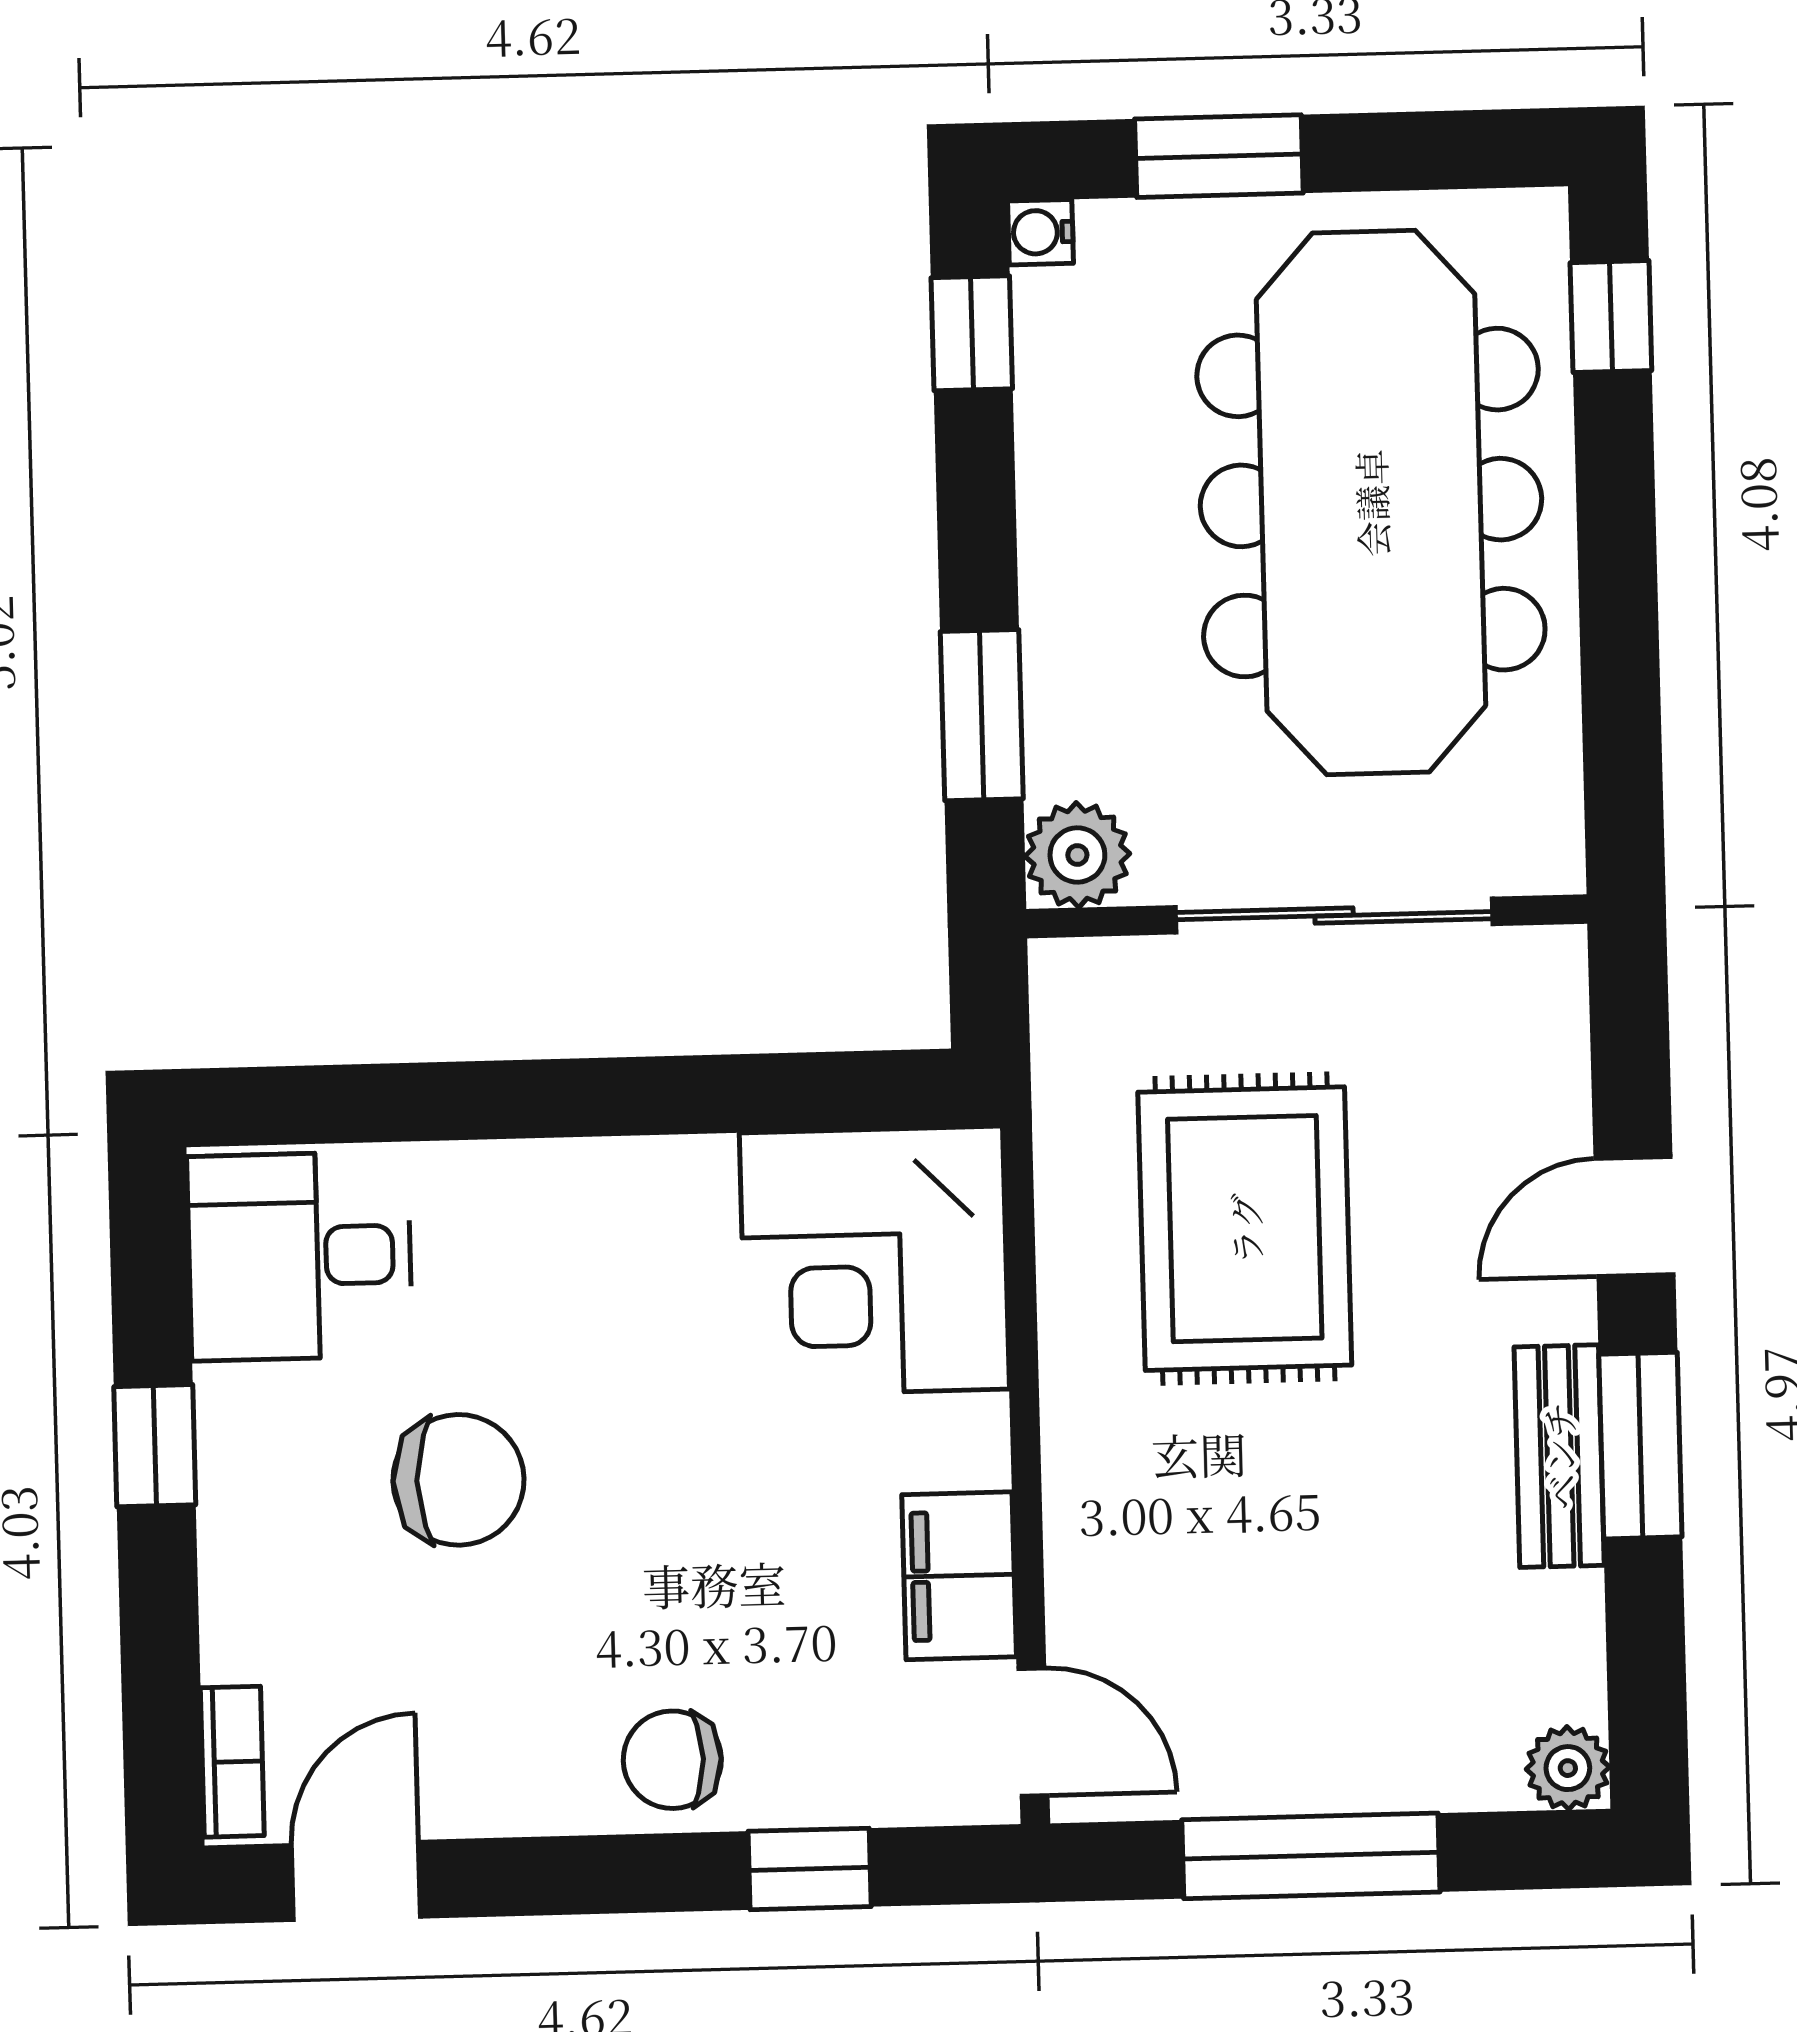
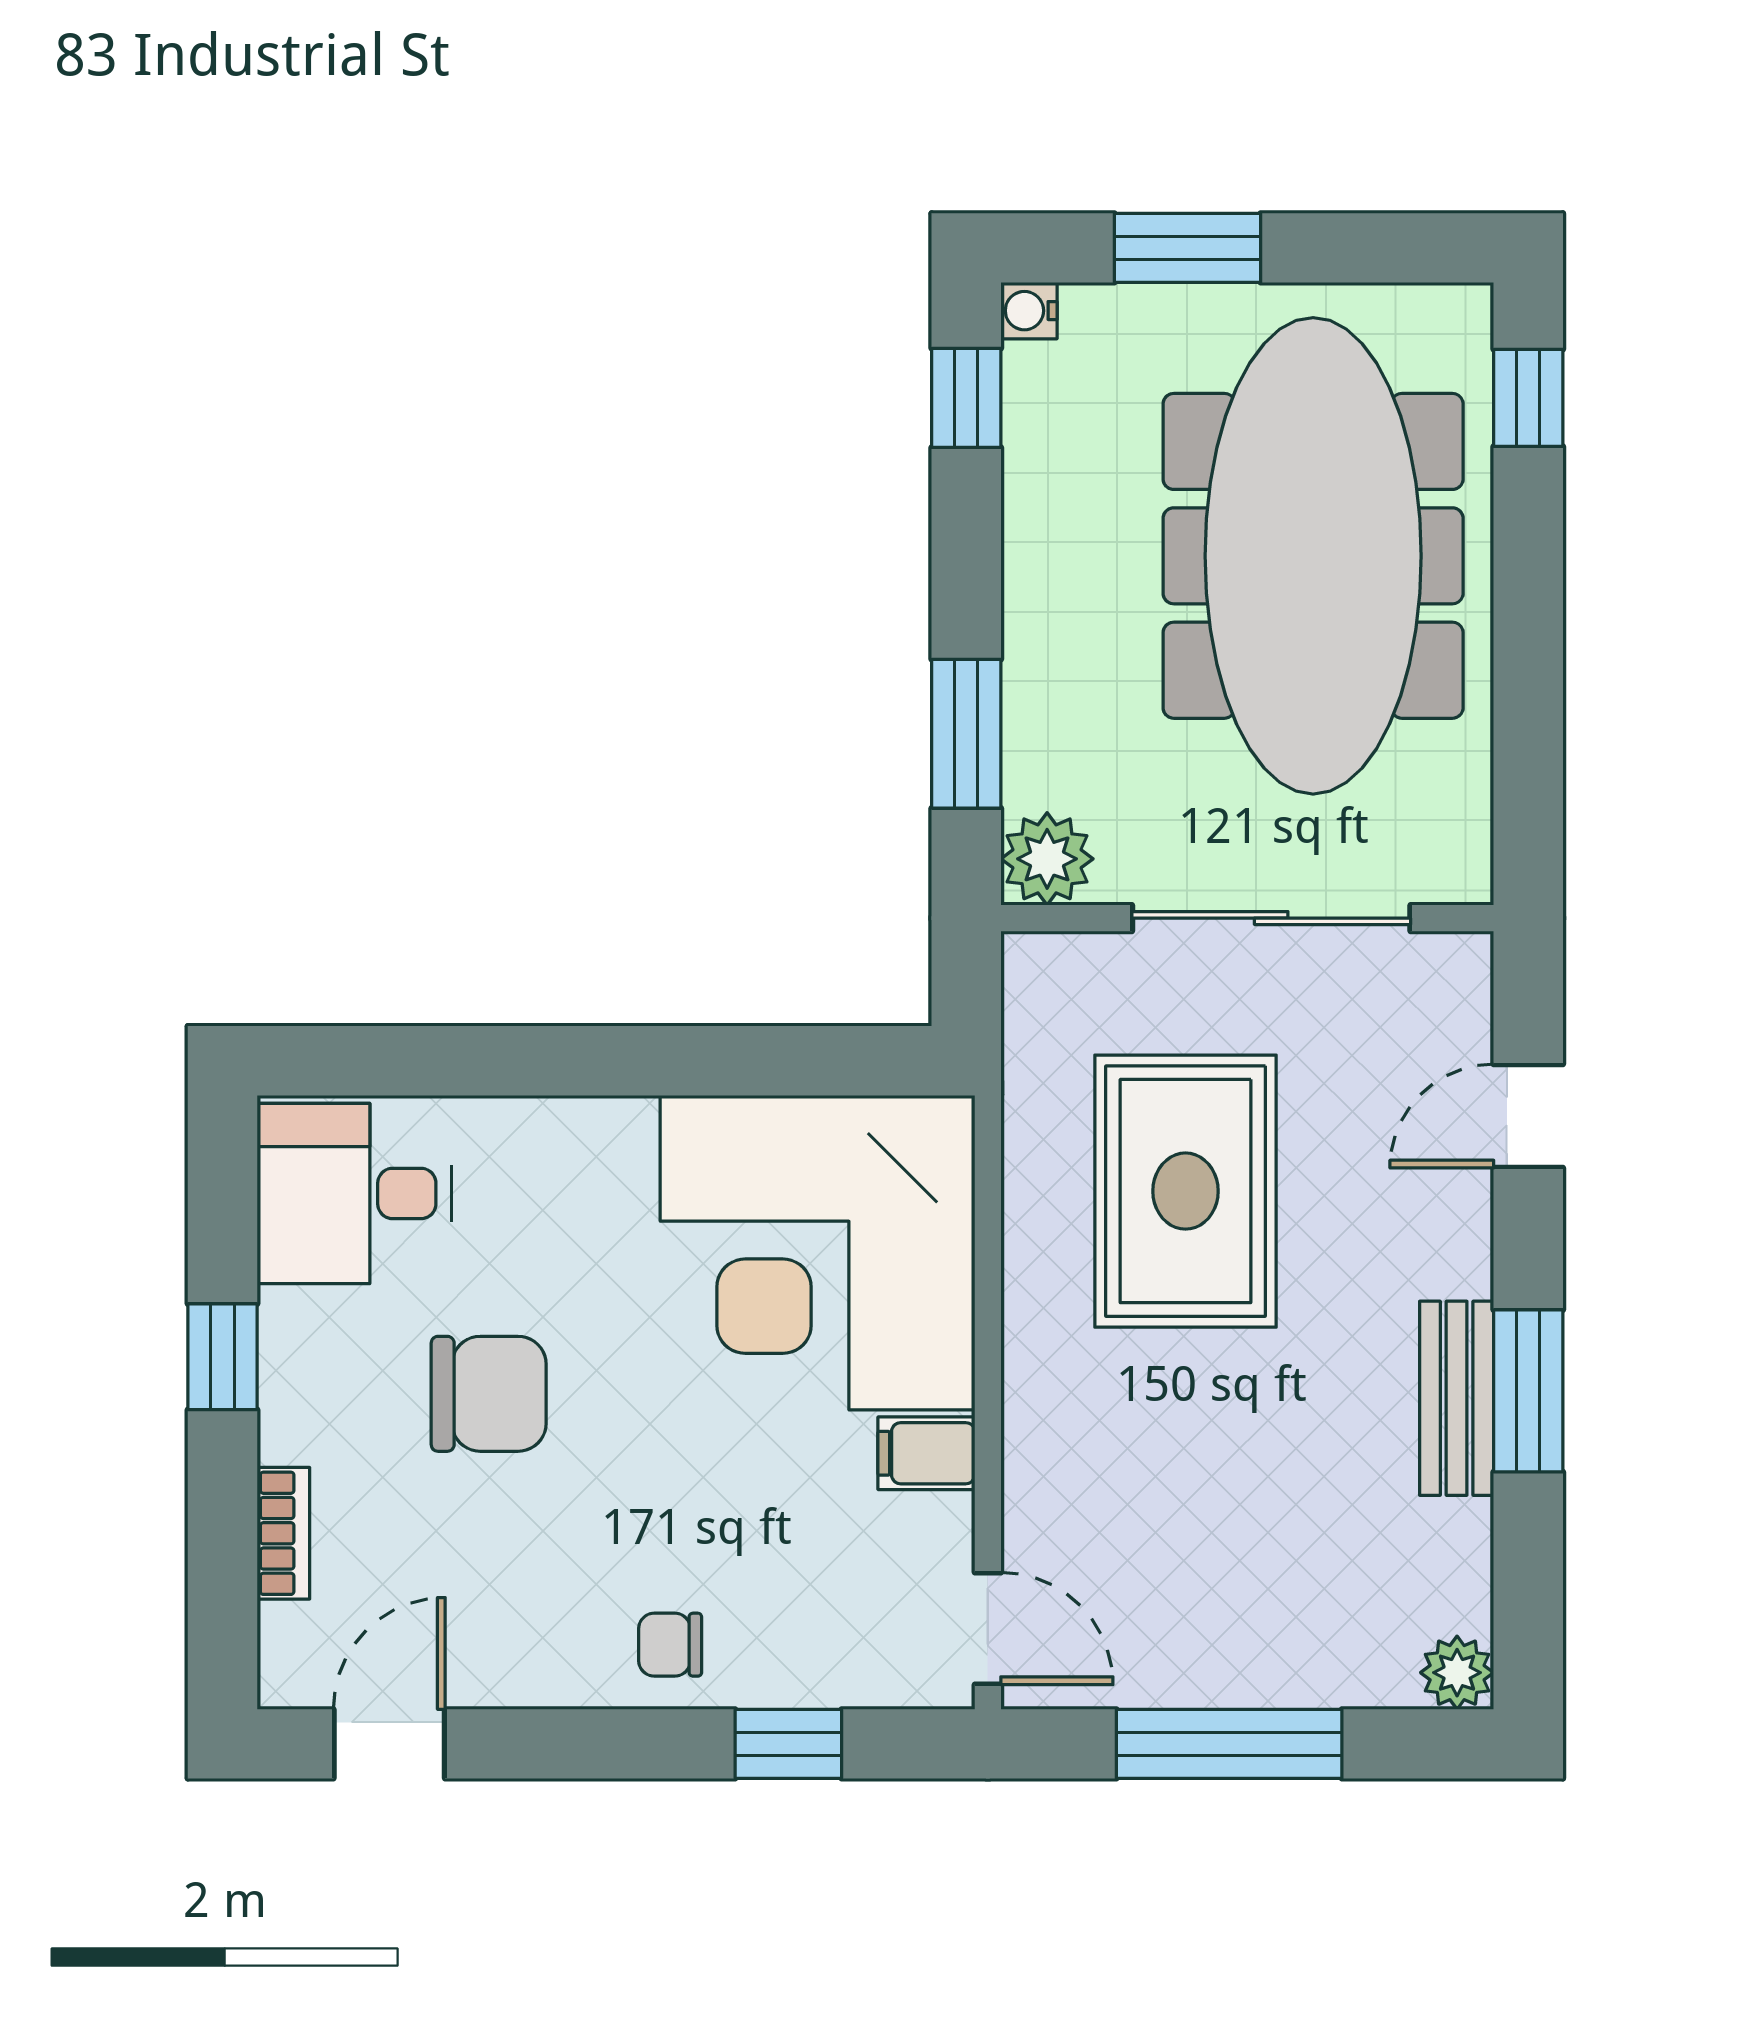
door: (1634, 1217) -> (1528, 1116), moved
corner desk: (874, 1261) -> (817, 1253), width x1.36, depth x1.36
filing cabinet: (959, 1576) -> (926, 1453), width x0.50
chair: (672, 1760) -> (670, 1645), width x0.73, depth x0.73
bookcase: (232, 1762) -> (283, 1533), moved

